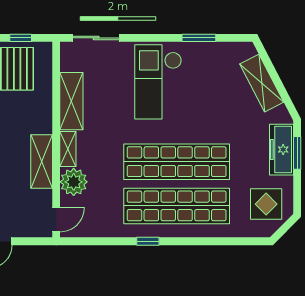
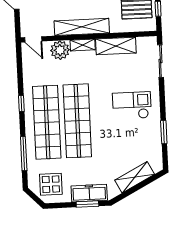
checkout: (158, 82) -> (132, 105), width x0.73, depth x0.83
shelving: (42, 161) -> (82, 27), width x1.47
window: (220, 241) -> (24, 154), added

